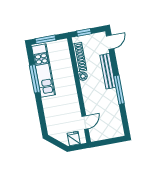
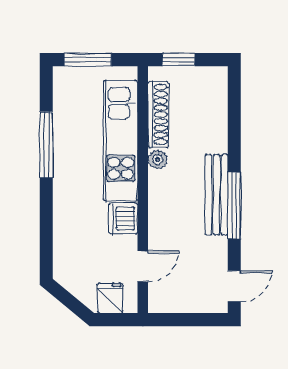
door: (110, 42) -> (234, 286), moved
kitchen unit: (43, 71) -> (121, 141), moved, turned 180
bench: (108, 71) -> (216, 195), moved
dishwasher: (73, 104) -> (123, 219), added

